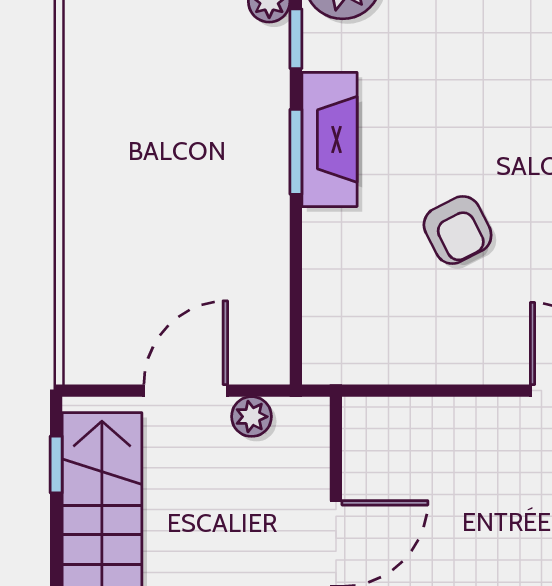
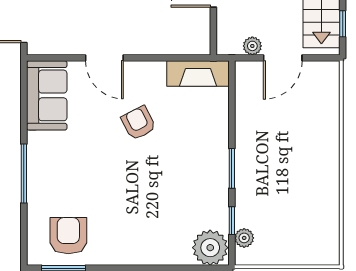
fireplace: (330, 139) -> (198, 74), moved, turned -90
armchair: (458, 230) -> (139, 123), moved

